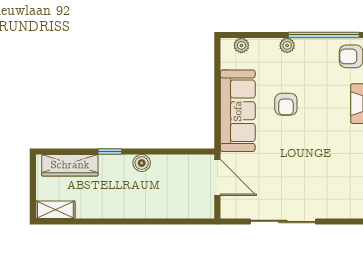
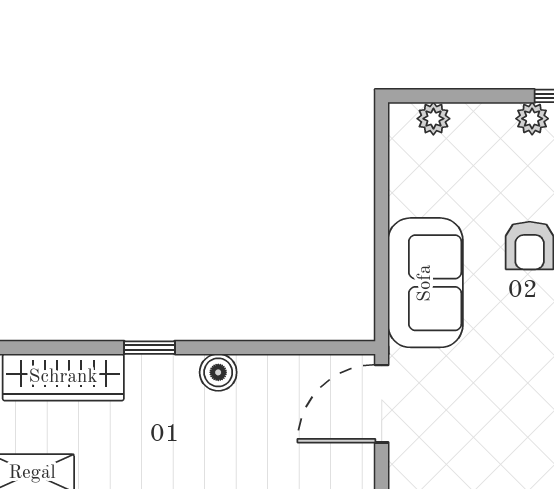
sofa: (238, 111) -> (425, 283), width x0.73
door: (217, 177) -> (382, 404), swing flipped

